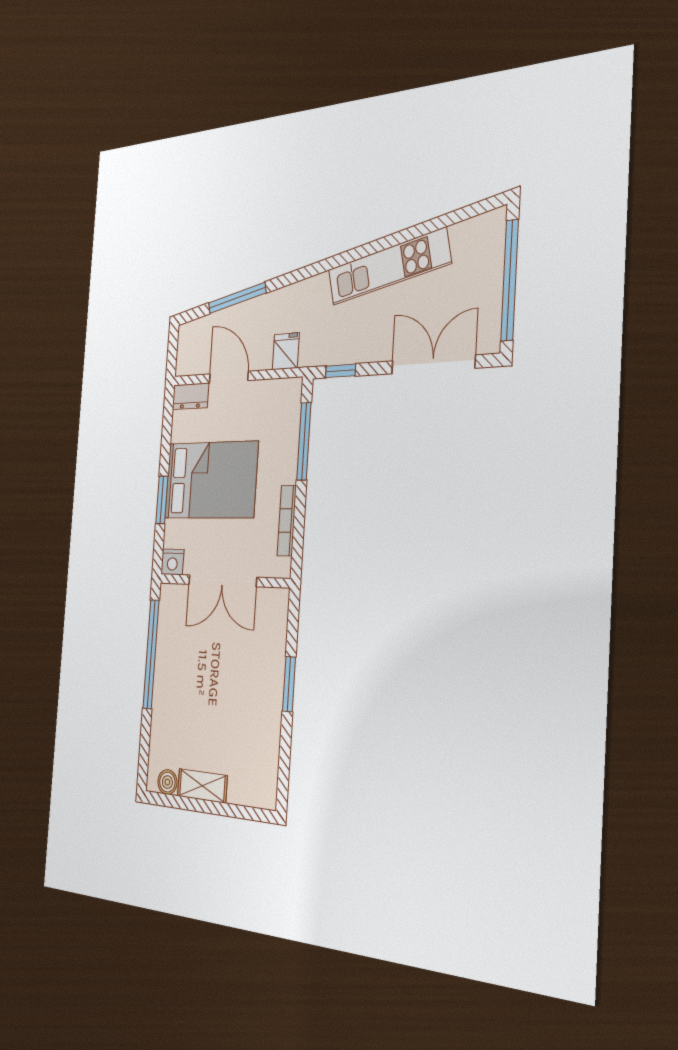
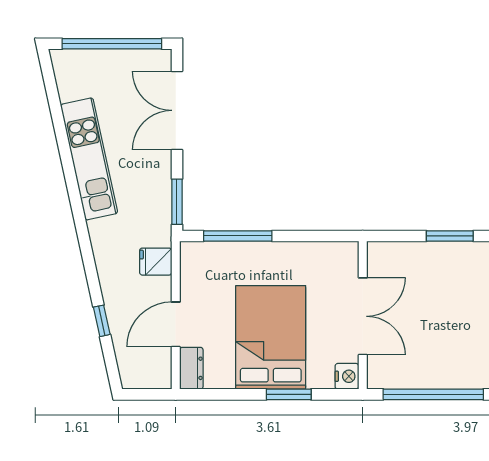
window: (237, 298) -> (102, 321), width x0.46
window: (341, 371) -> (177, 202), width x1.50
bookcase: (287, 521) -> (308, 249), removed

